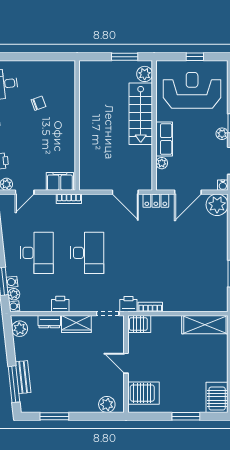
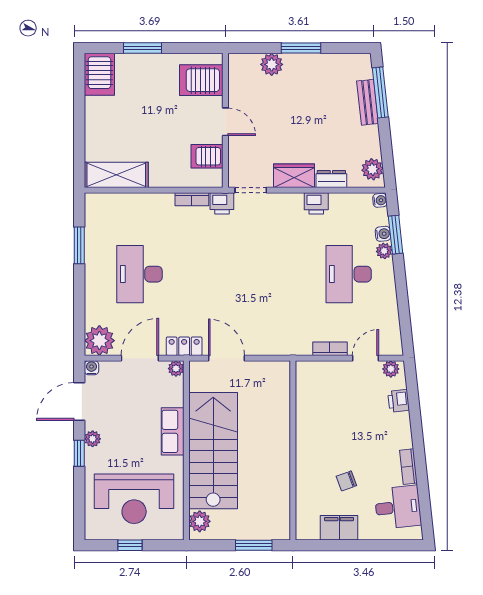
window: (125, 57) -> (254, 545), moved
stairs: (141, 114) -> (213, 451), width x1.36, depth x1.51
plant: (162, 163) -> (176, 369), moved
filing cabinet: (60, 181) -> (339, 528), moved, turned 180
bookcase: (69, 199) -> (330, 349), moved
desk: (87, 253) -> (140, 274), moved
plant: (14, 294) -> (384, 251), moved
server rack: (139, 324) -> (207, 156), moved
plant: (107, 404) -> (272, 64), moved
window: (54, 416) -> (301, 48), moved

